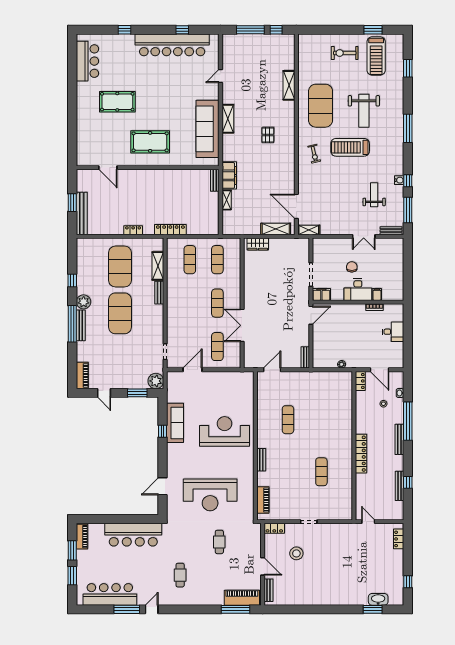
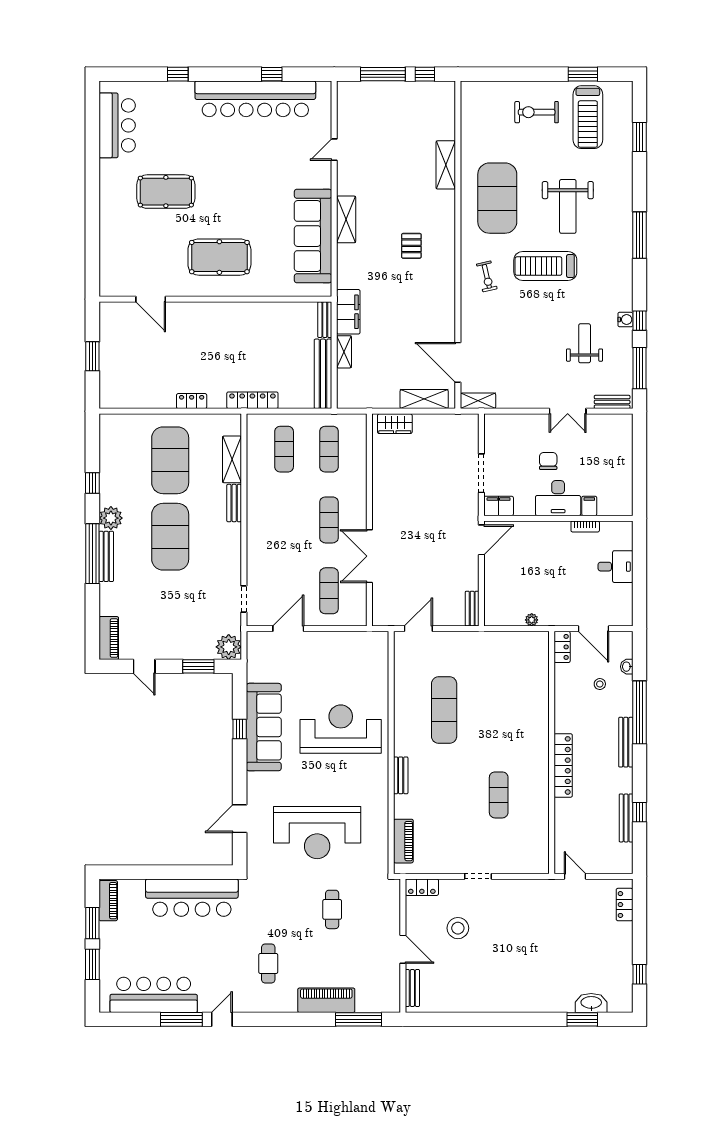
bench: (82, 213) -> (323, 374), moved
exercise mat: (288, 420) -> (444, 710), width x1.36, depth x1.45
sofa: (175, 423) -> (264, 727), width x1.36, depth x1.27
piano: (242, 598) -> (326, 1000), moved

